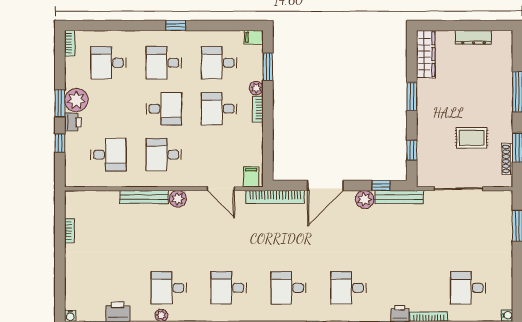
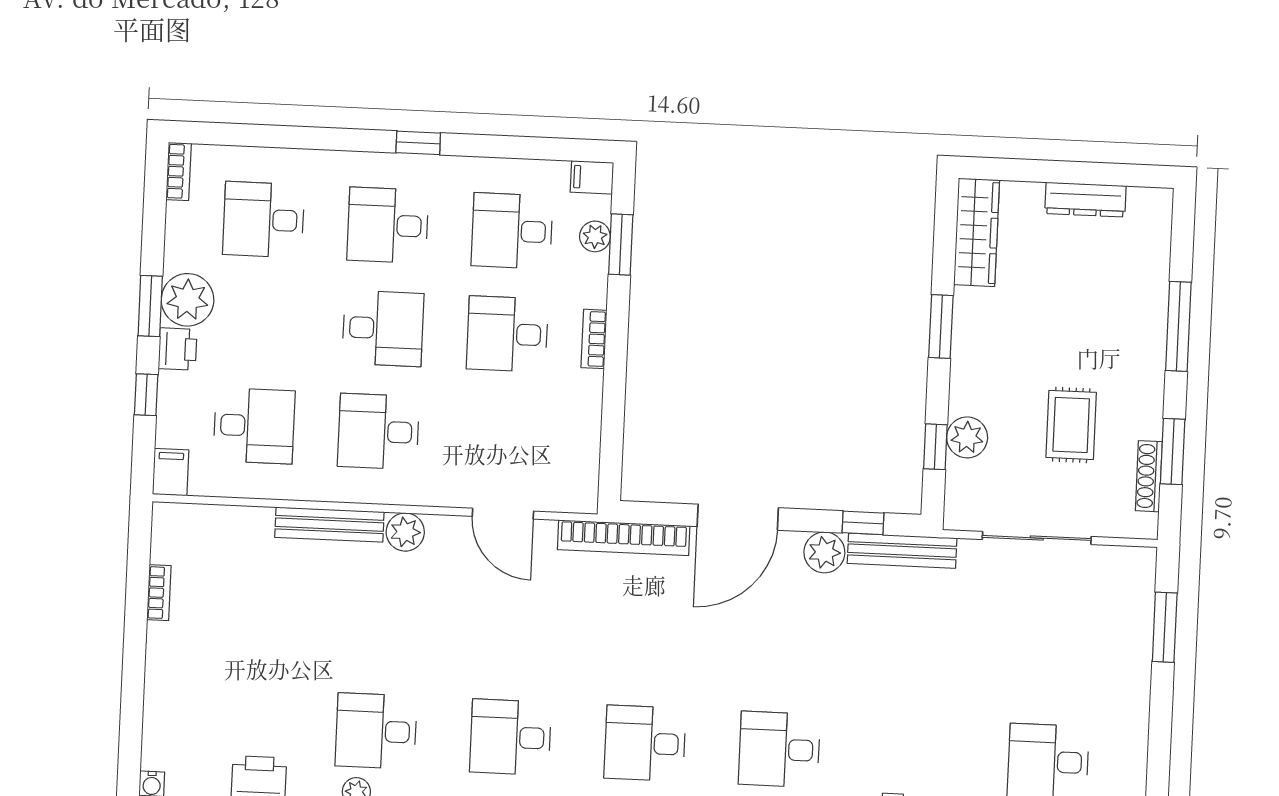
plant: (256, 88) -> (595, 236), moved
rug: (472, 138) -> (1071, 425), turned 90
plant: (426, 145) -> (967, 437), added
filing cabinet: (251, 177) -> (171, 472), moved

